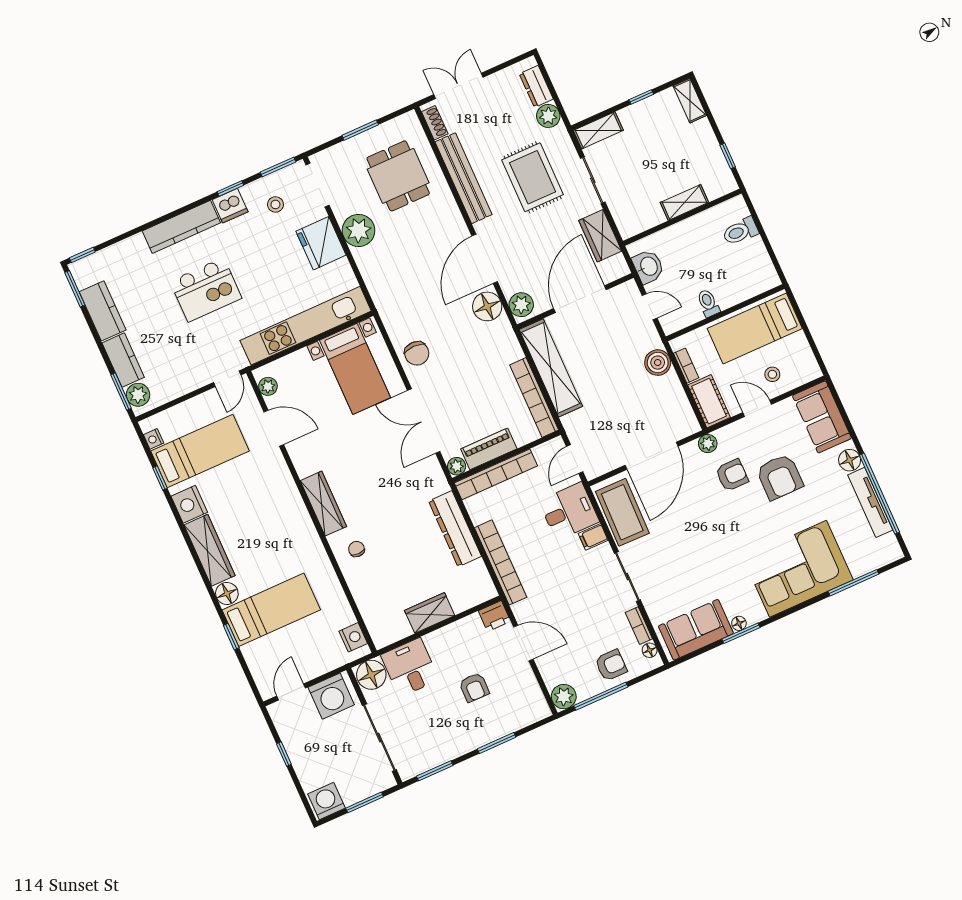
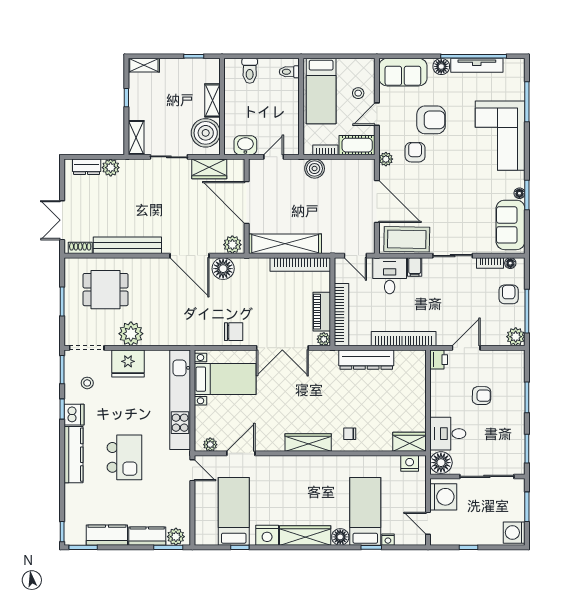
rug: (533, 177) -> (148, 197), removed
boiler: (642, 212) -> (206, 133), added
toilet: (708, 303) -> (289, 72), moved
nightstand: (154, 439) -> (388, 540), moved
wardrobe: (430, 613) -> (409, 442), moved, turned 90

